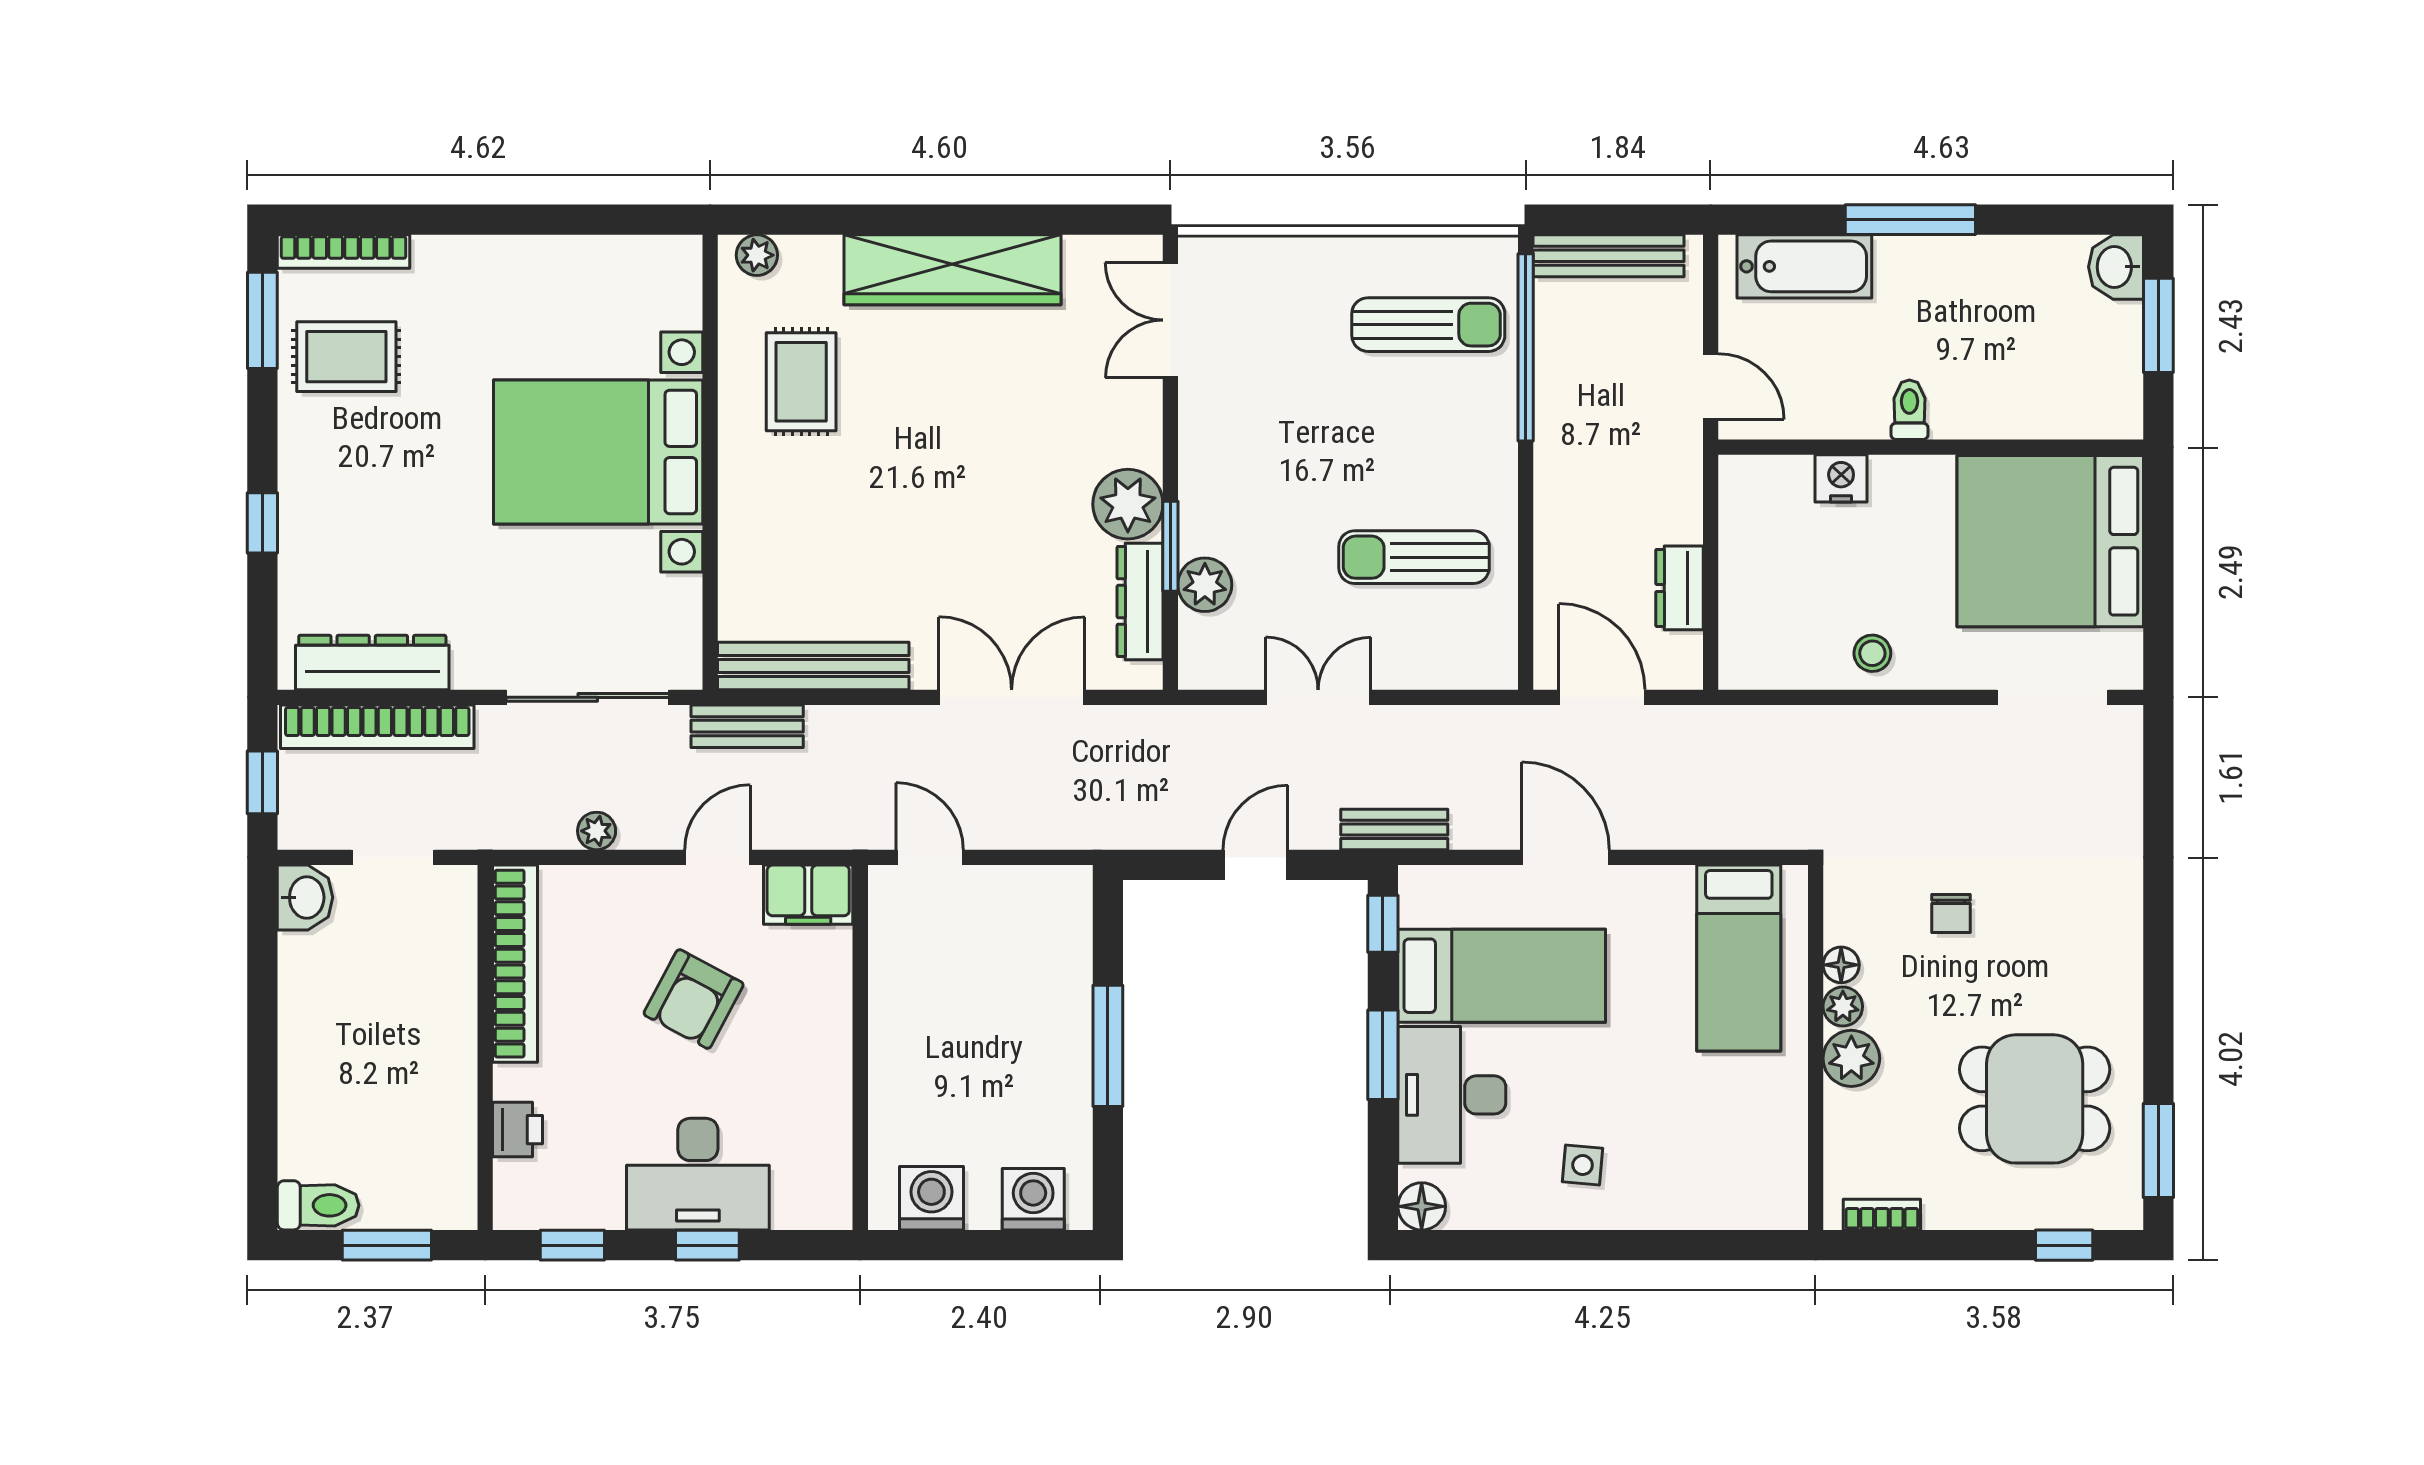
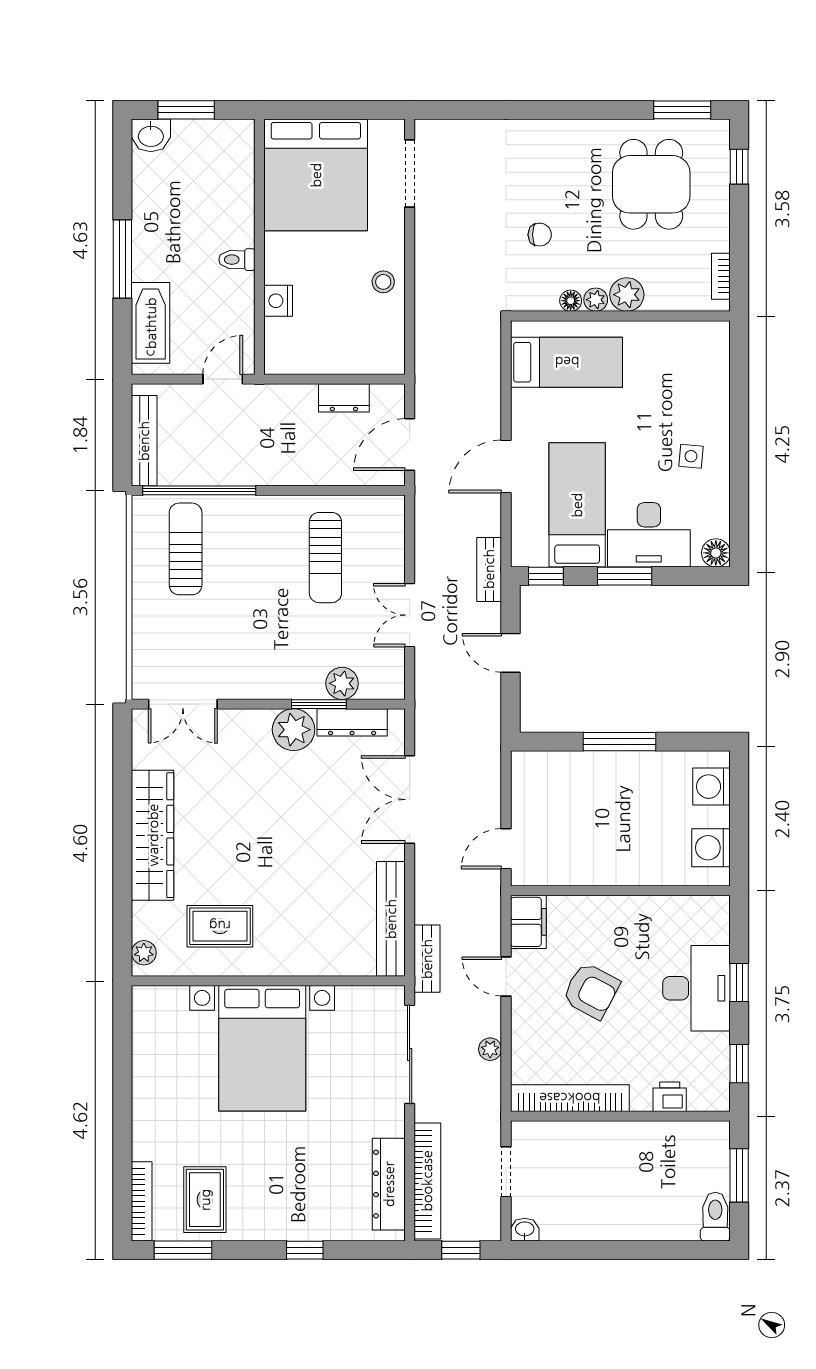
washbasin: (305, 897) -> (525, 1230), width x0.72, depth x0.69

